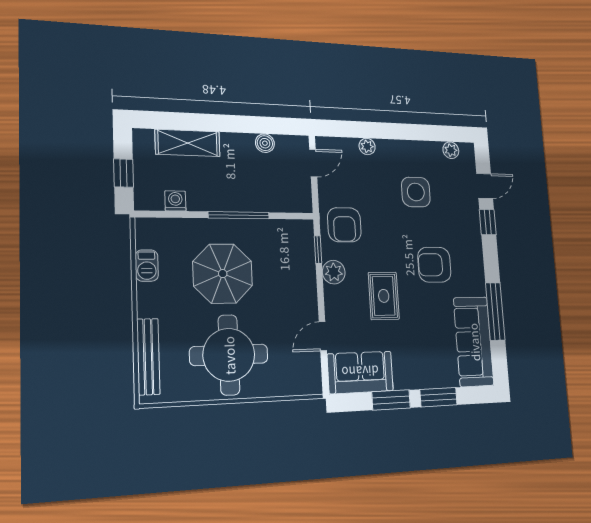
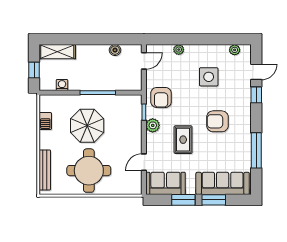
shelving: (188, 143) -> (57, 52), moved
sofa: (474, 342) -> (223, 183), moved, turned 90

